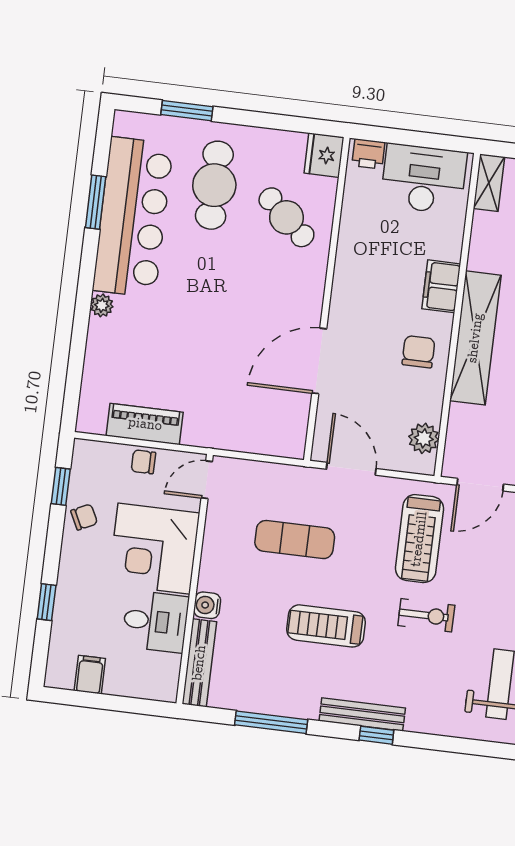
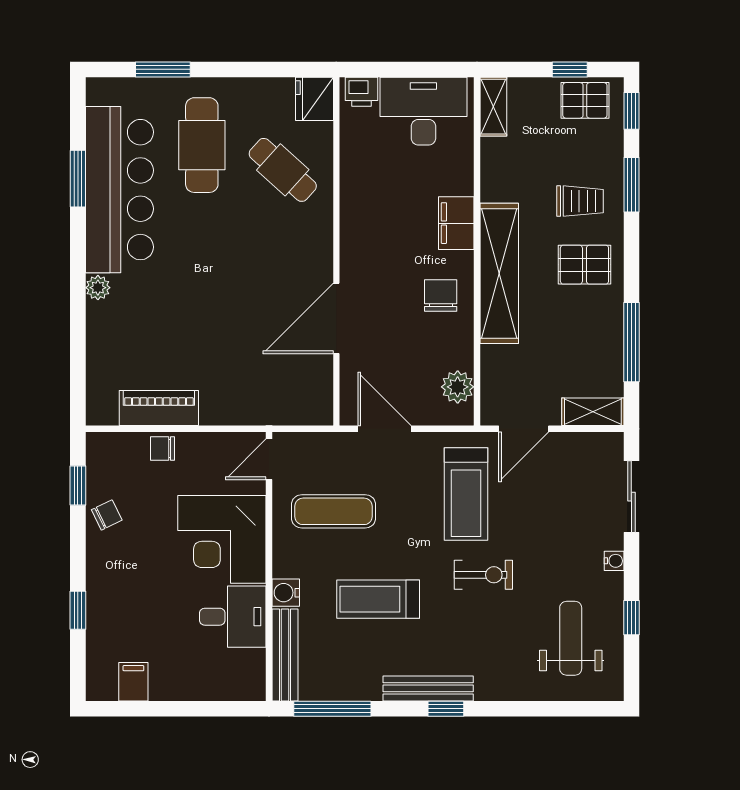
door: (207, 480) -> (269, 459), moved
corner desk: (154, 549) -> (222, 539), moved
wall: (195, 579) -> (269, 566), moved
water cooler: (207, 605) -> (286, 593), moved
desk: (155, 621) -> (233, 617), moved
bench: (199, 663) -> (285, 655), moved

